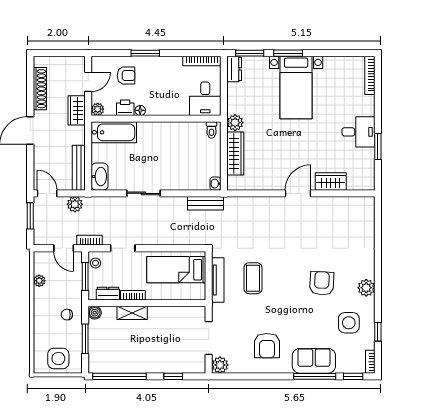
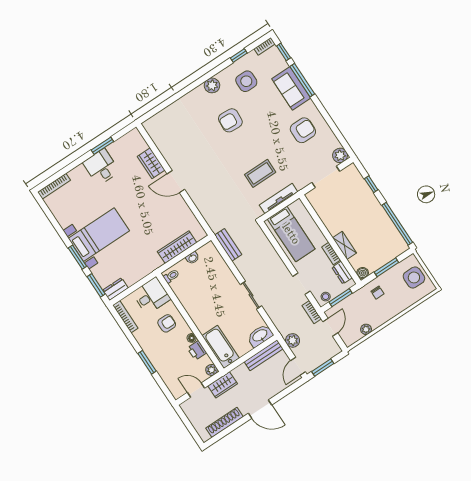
armchair: (126, 76) -> (167, 323), moved, turned 90
plant: (235, 123) -> (154, 262), removed
washbasin: (215, 184) -> (192, 258), moved

